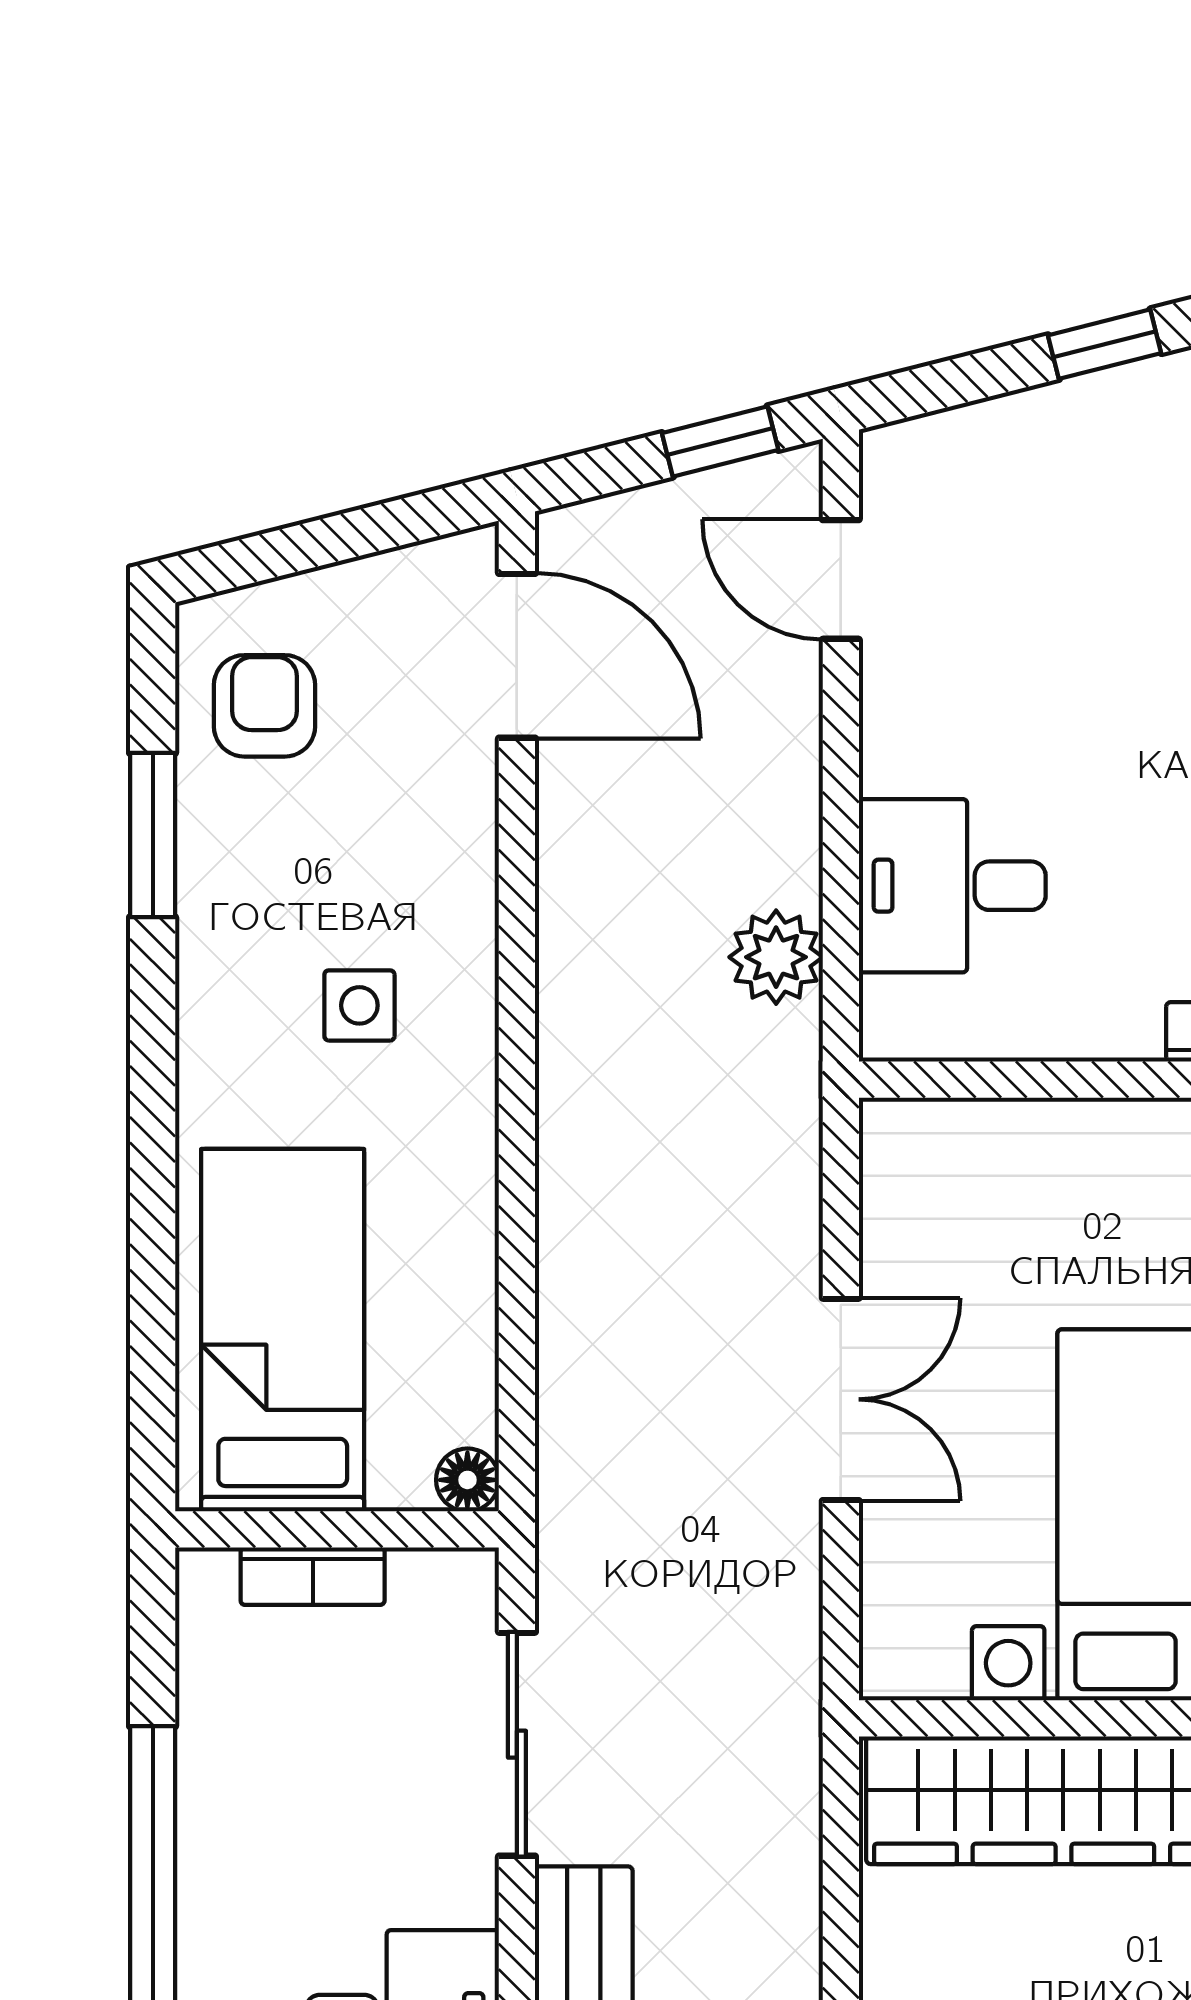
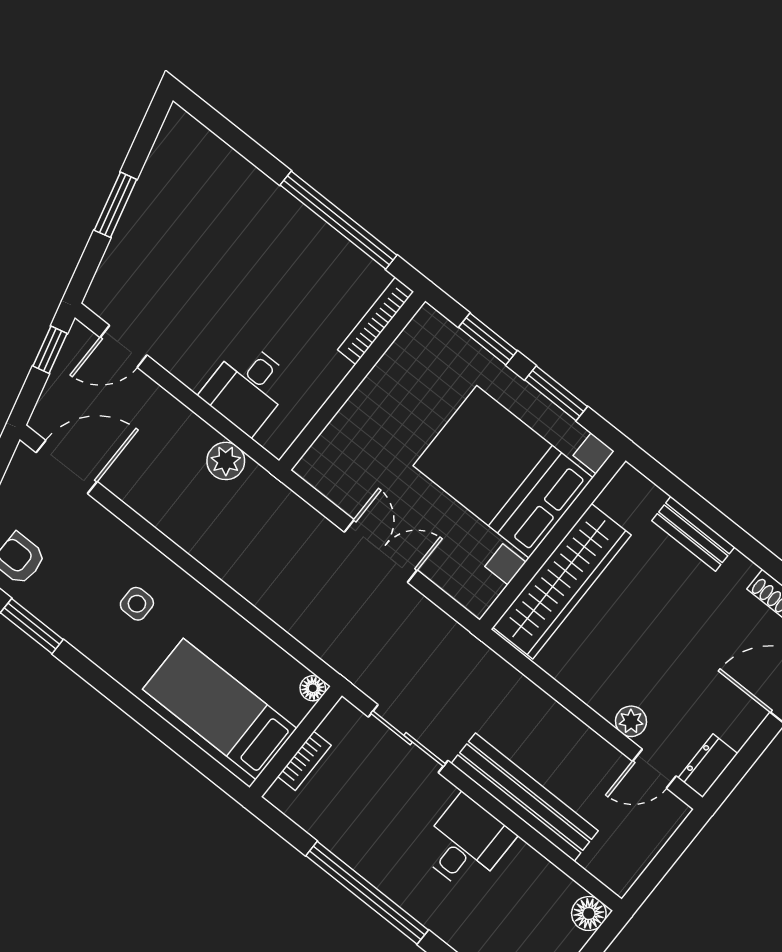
window: (1105, 344) -> (115, 205), width x1.50

